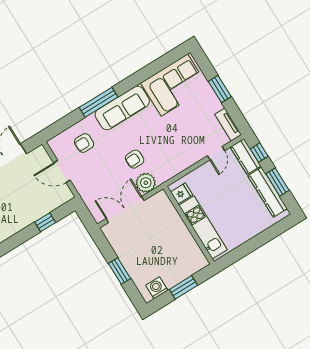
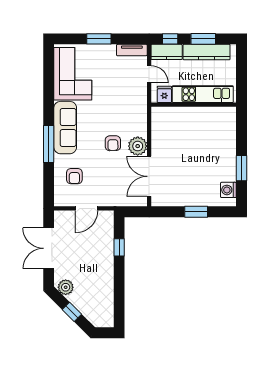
fridge: (182, 193) -> (164, 94), moved
wall: (189, 225) -> (194, 105), moved
kitchen unit: (203, 227) -> (203, 94), moved

